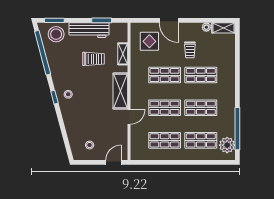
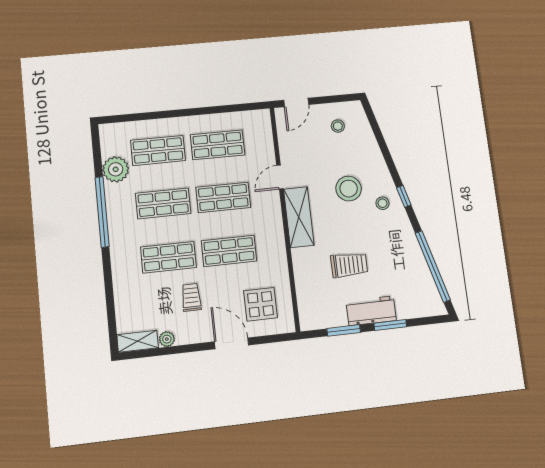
window: (54, 20) -> (390, 325), moved
workbench: (89, 30) -> (371, 311), width x0.73
stool: (56, 34) -> (349, 189), moved
shelving: (123, 54) -> (302, 278), removed
trolley: (93, 59) -> (349, 265), turned 180
window: (237, 129) -> (102, 212), moved
plant: (227, 145) -> (116, 169), moved

